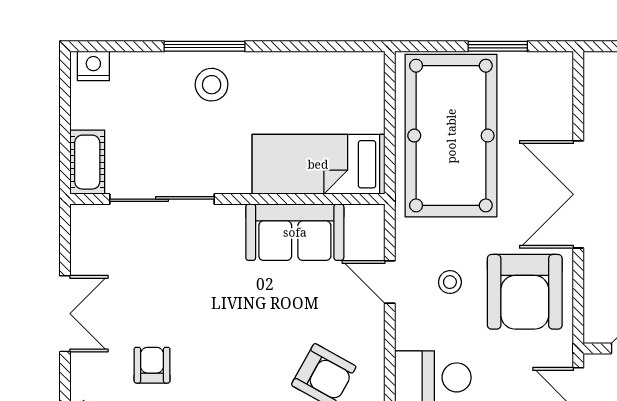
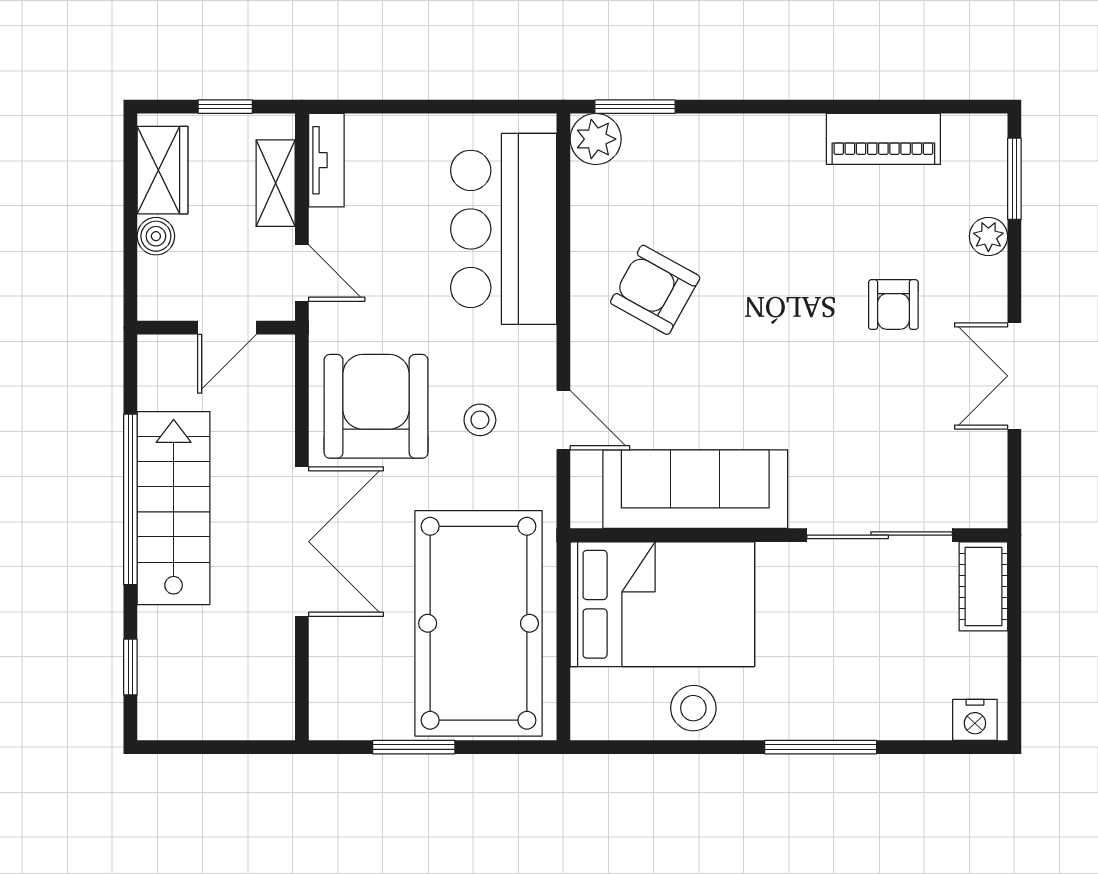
stool: (212, 85) -> (693, 708), moved
bed: (318, 164) -> (662, 604), width x1.50
sofa: (295, 232) -> (695, 489), width x1.36

